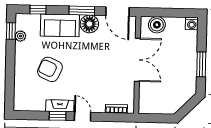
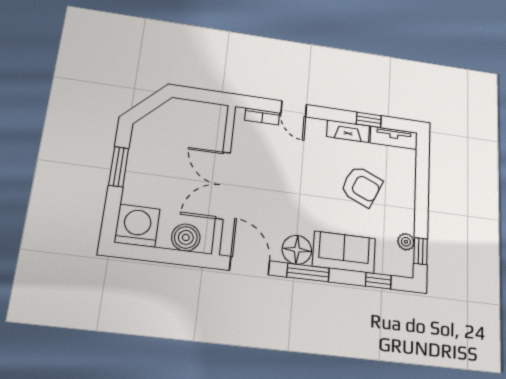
washing machine: (192, 24) -> (137, 226), width x1.89, depth x1.89
tv unit: (29, 105) -> (394, 138), added
window: (58, 116) -> (369, 120), moved
door: (83, 116) -> (294, 109), moved

